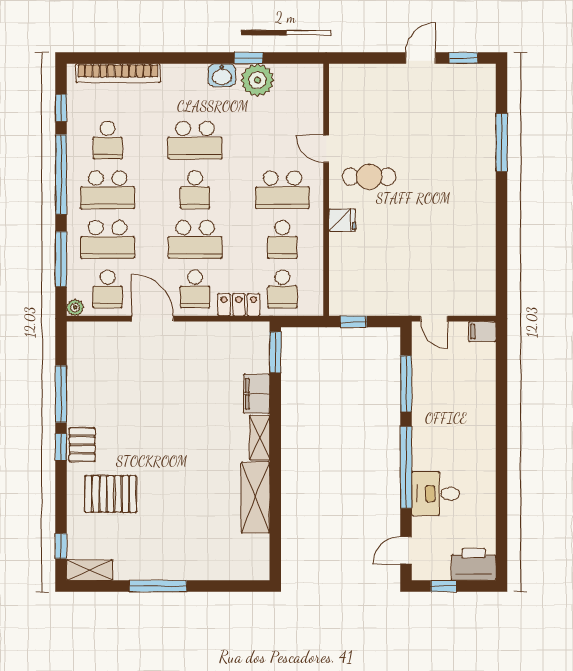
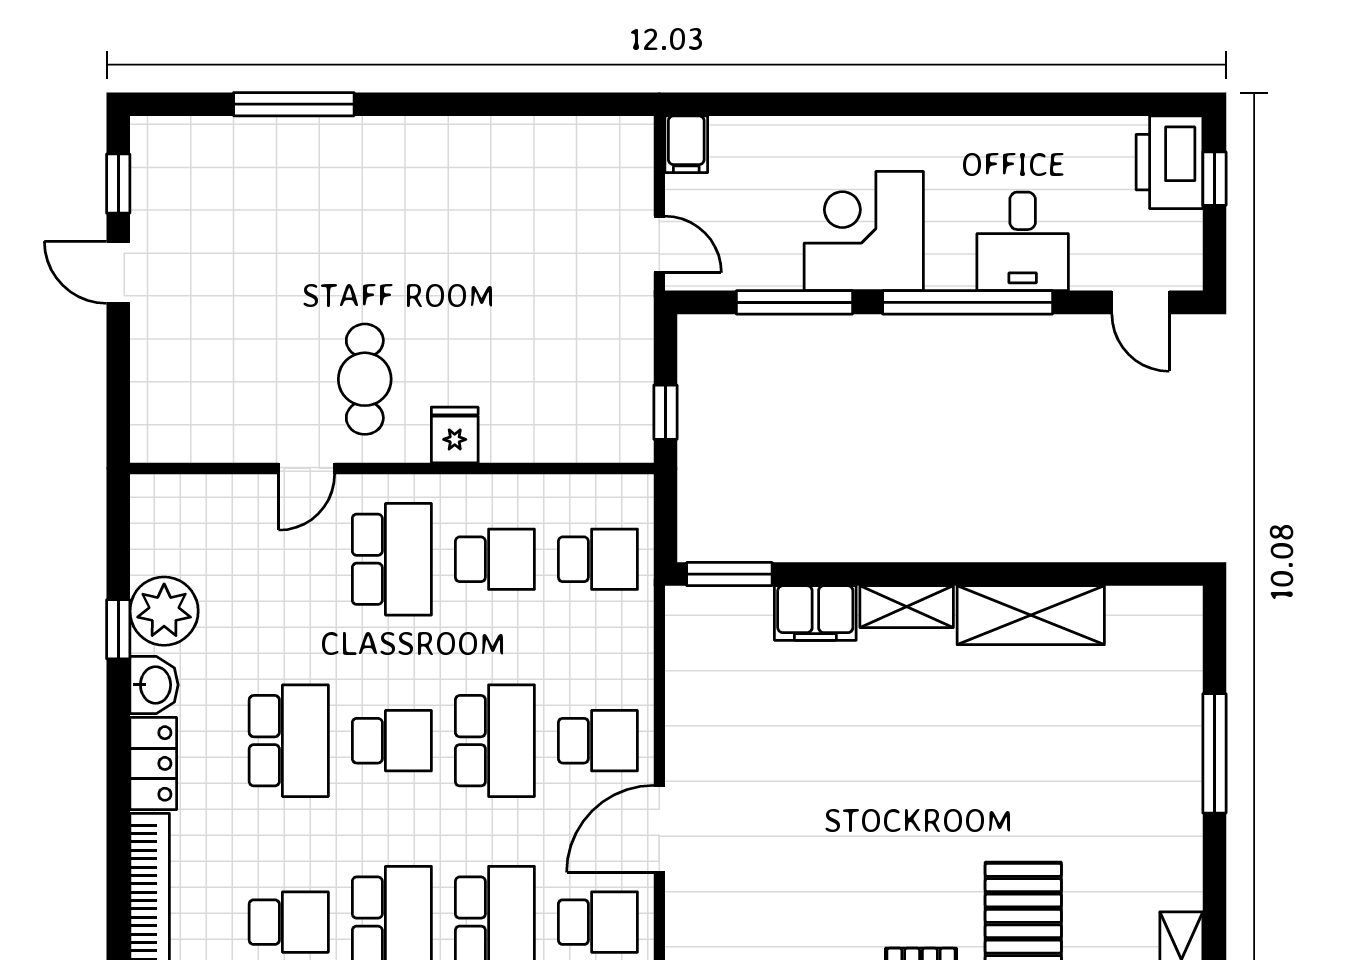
locker: (239, 305) -> (153, 763), moved, turned 180
door: (434, 319) -> (659, 244), hinge flipped
corner desk: (440, 417) -> (864, 231), added
window: (158, 586) -> (1214, 753), moved
window: (444, 586) -> (1214, 179), moved

